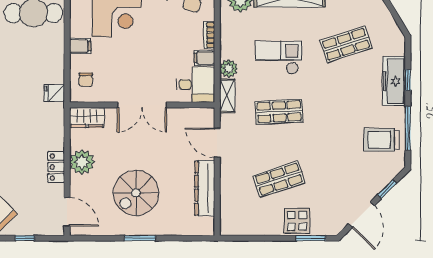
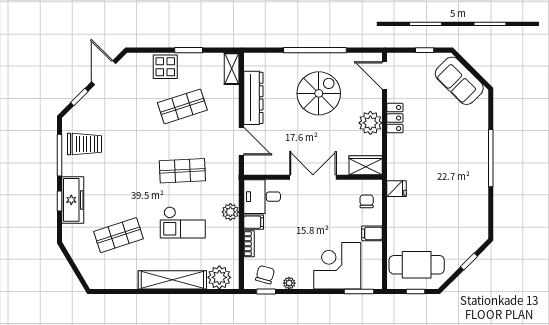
shelving: (227, 96) -> (232, 69), moved
window: (140, 238) -> (315, 50), width x2.11
window: (311, 238) -> (189, 50), moved

